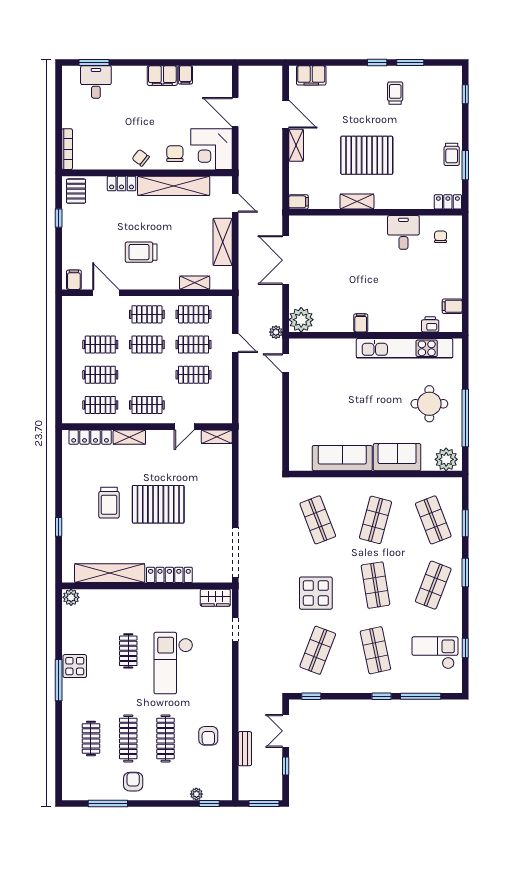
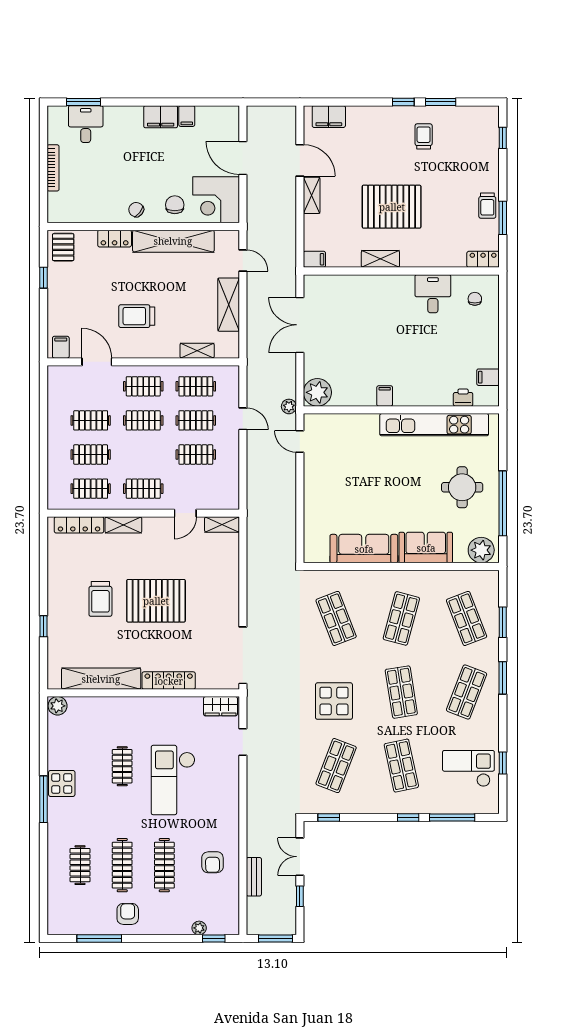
bookcase: (67, 149) -> (53, 168), moved

